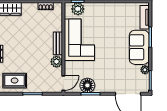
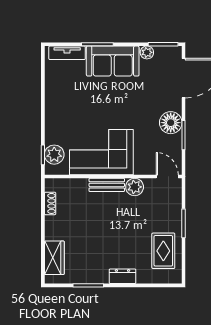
floor lamp: (87, 85) -> (171, 123), moved

